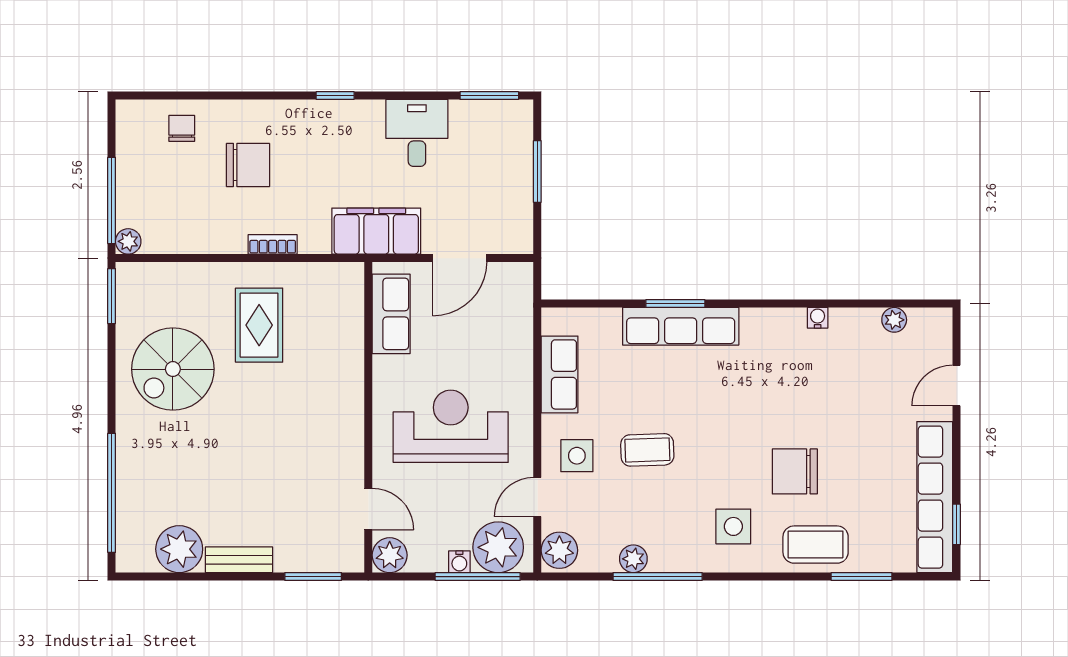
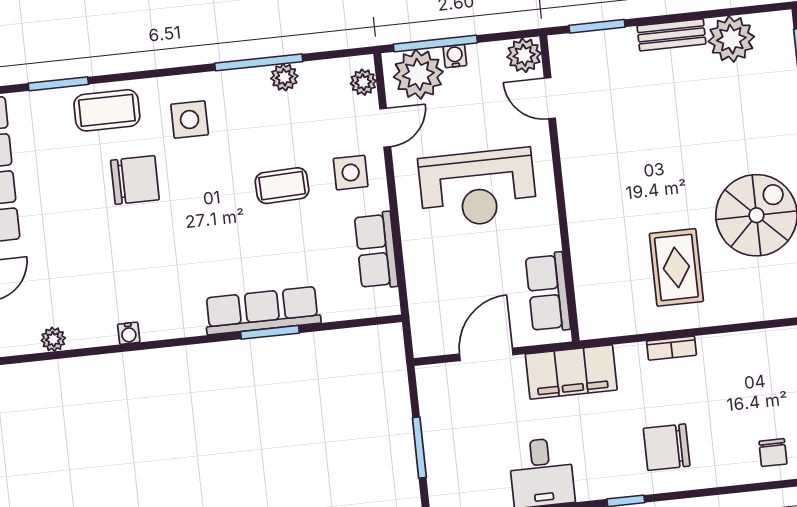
chair: (248, 165) -> (667, 447), moved
plant: (559, 550) -> (363, 82), width x0.73, depth x0.73

